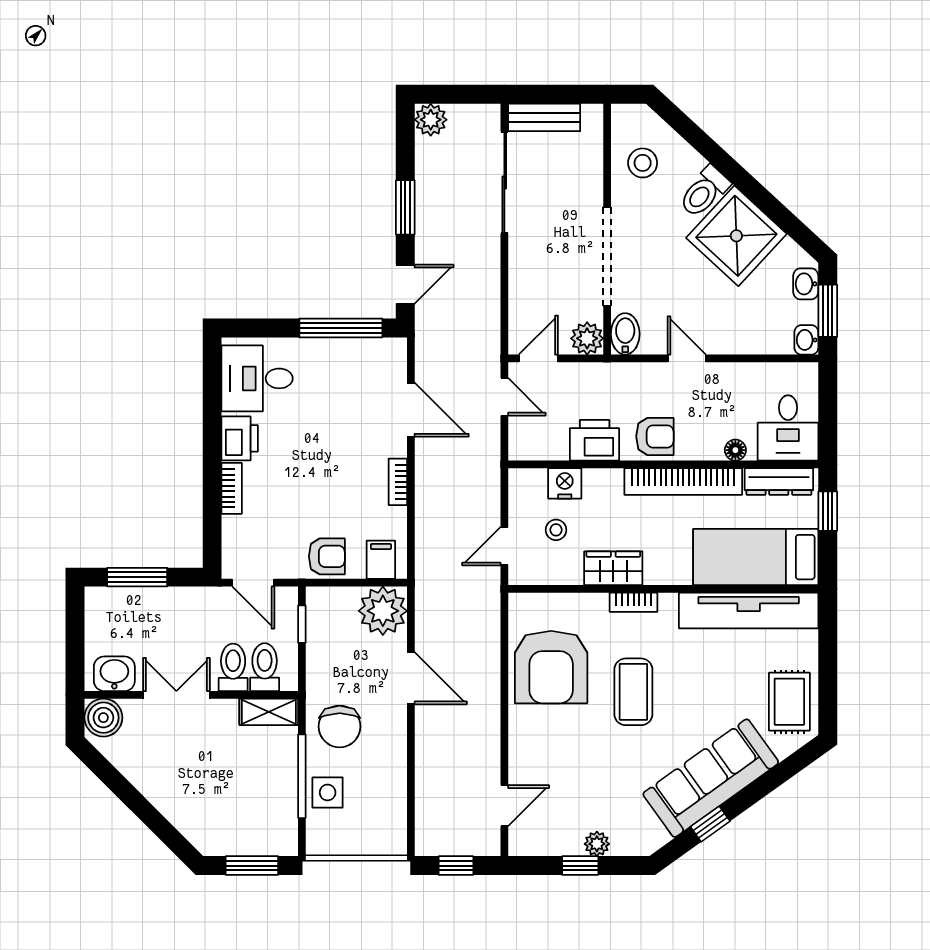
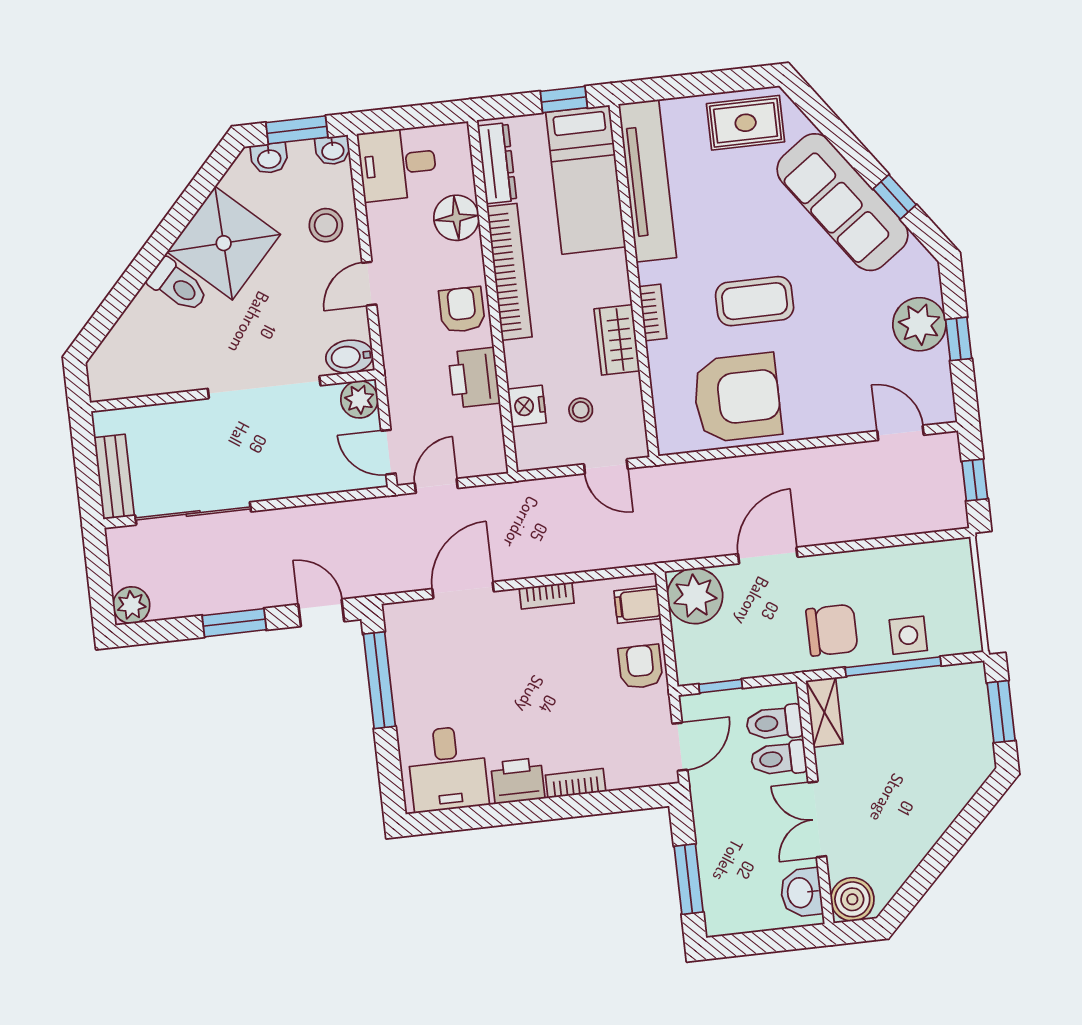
stool: (643, 163) -> (326, 225), moved
desk: (788, 428) -> (398, 164), moved, turned 180
floor lamp: (735, 450) -> (456, 218), width x1.89, depth x1.89
window: (828, 511) -> (564, 99), moved
plant: (597, 844) -> (919, 324), width x1.88, depth x1.88

